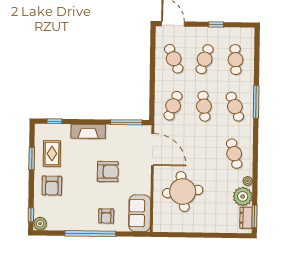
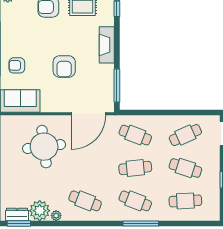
cafe table: (235, 107) -> (135, 201), turned 42
cafe table: (234, 154) -> (85, 201), turned 36

